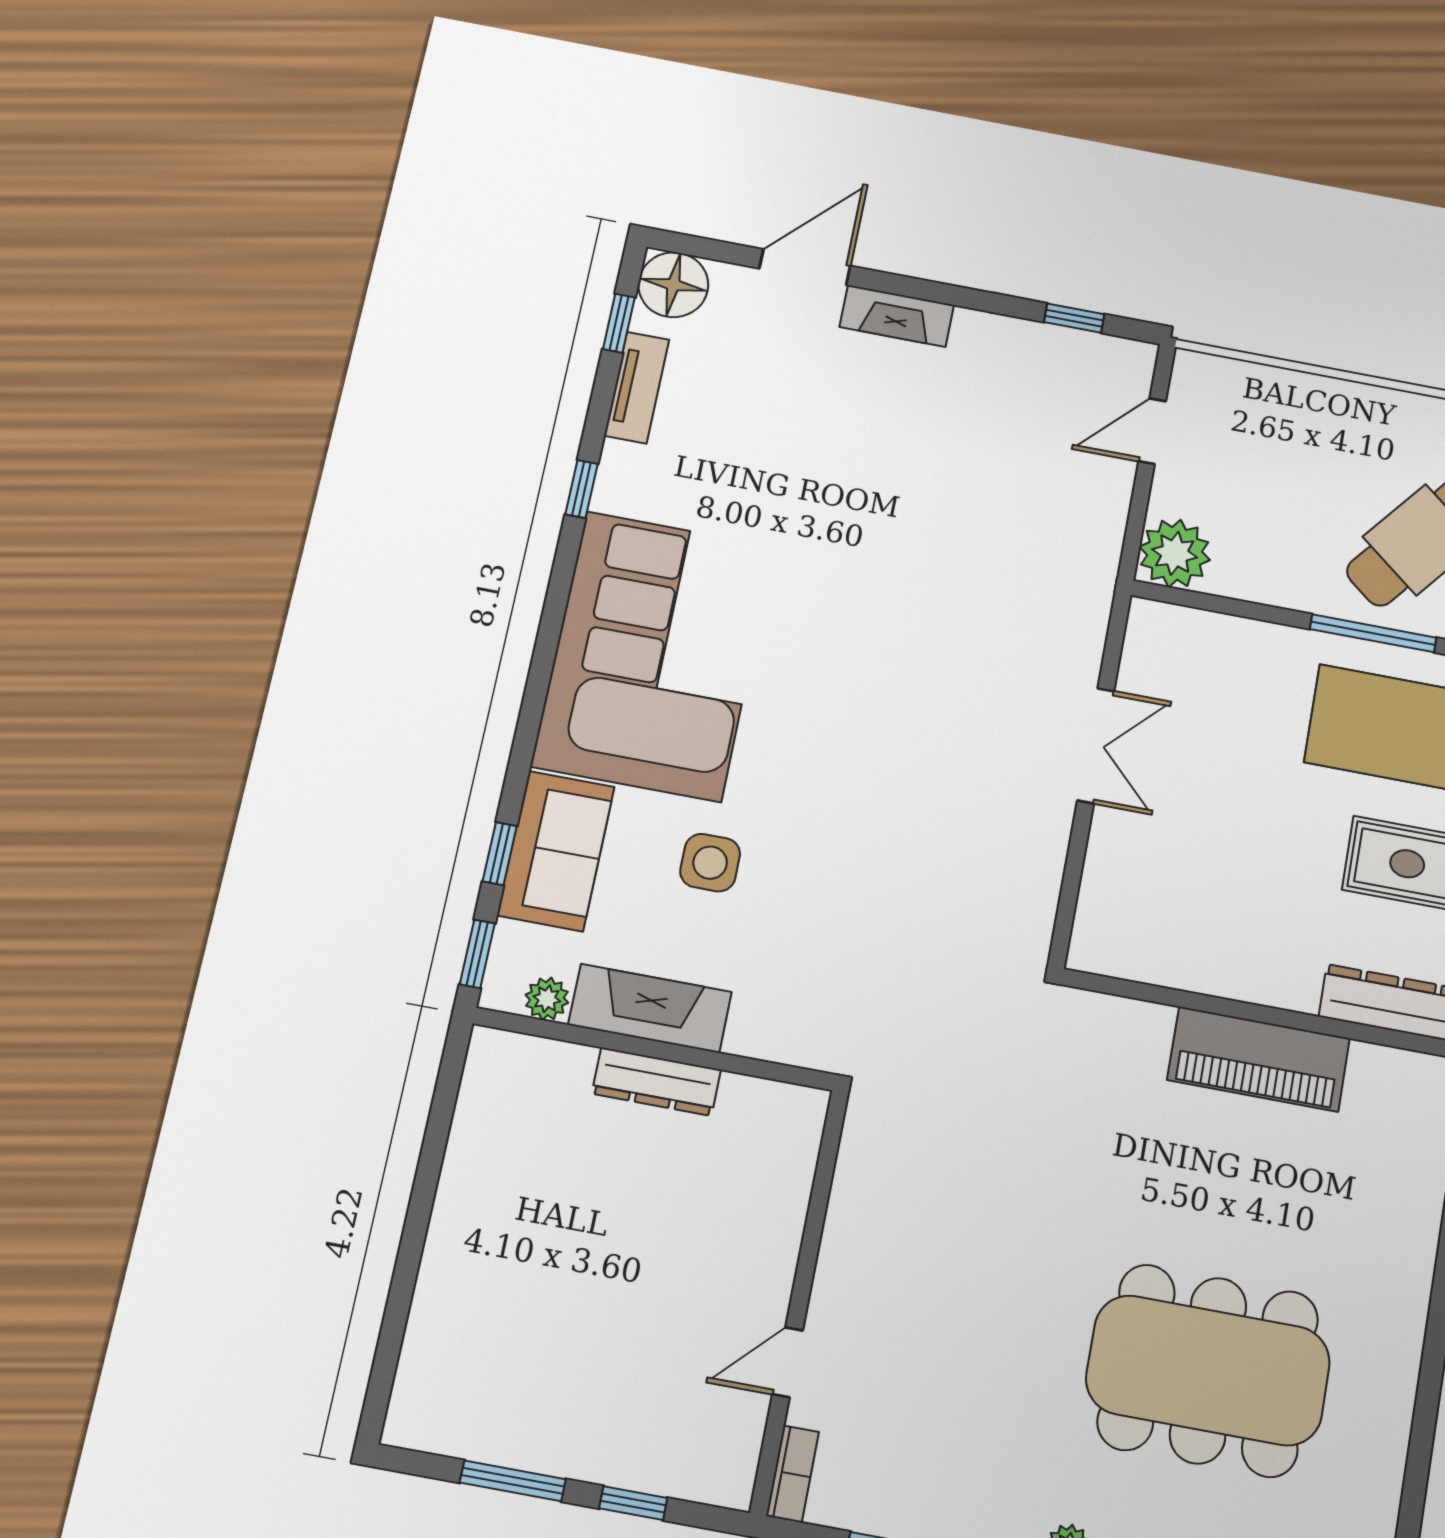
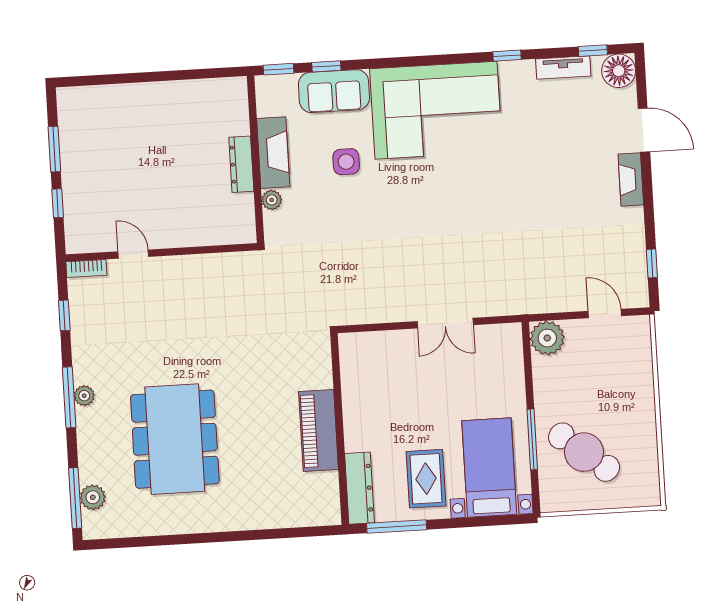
plant: (547, 999) -> (272, 200), moved

